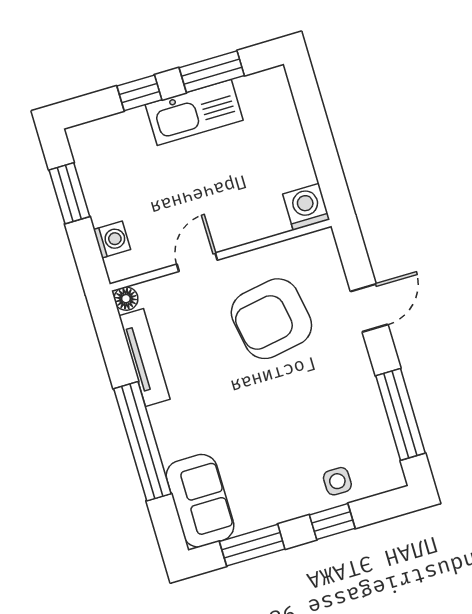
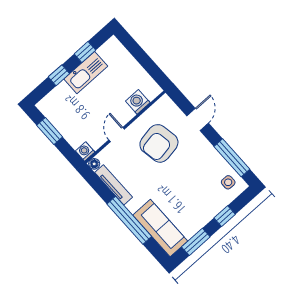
window: (212, 72) -> (85, 52), width x0.67
washing machine: (306, 207) -> (138, 102), moved
washing machine: (112, 240) -> (85, 151), moved, turned -90
side table: (337, 481) -> (228, 182), moved
sofa: (200, 501) -> (160, 228), width x1.36

